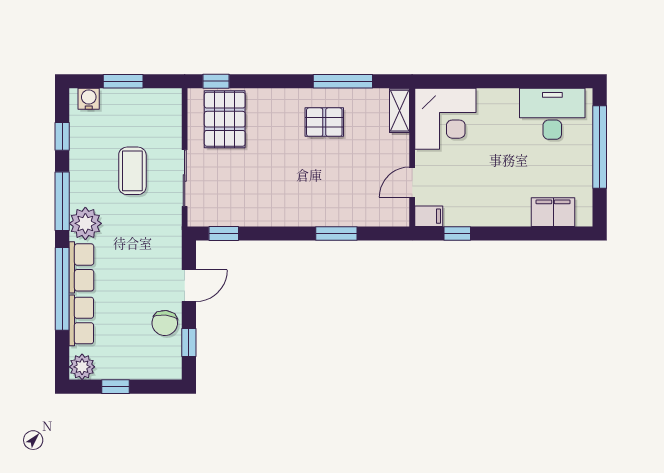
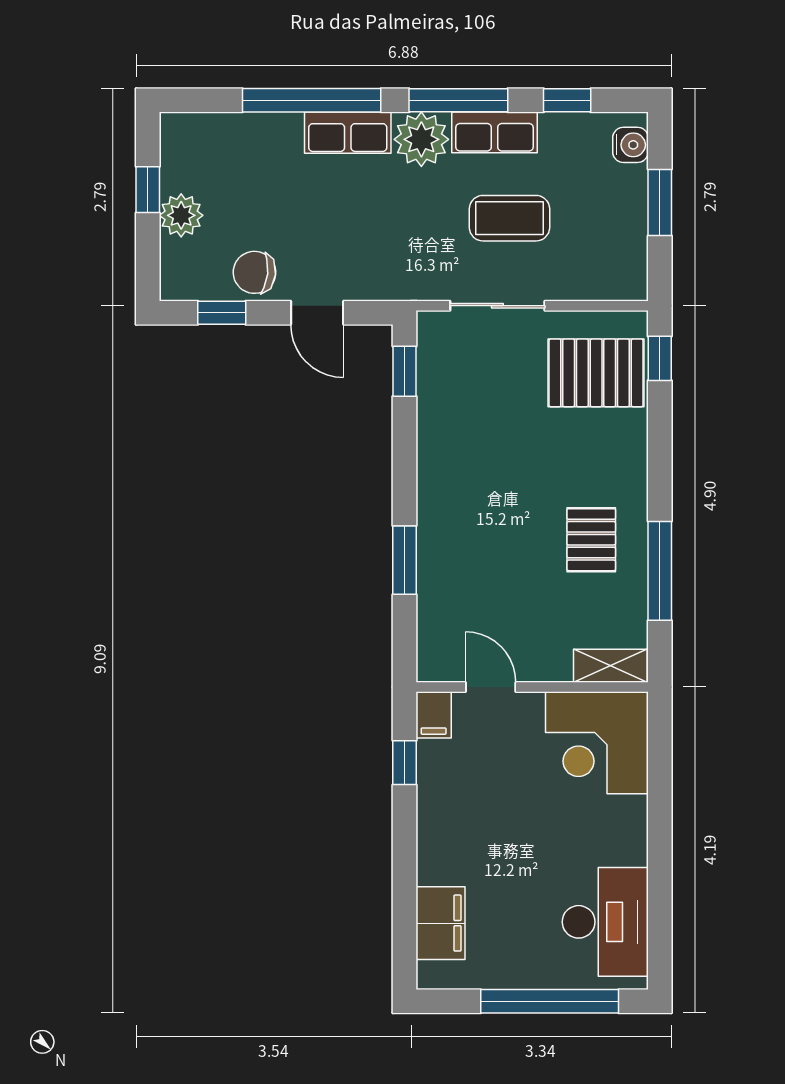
row of seats: (81, 320) -> (495, 132), moved
plant: (82, 367) -> (181, 215), moved

